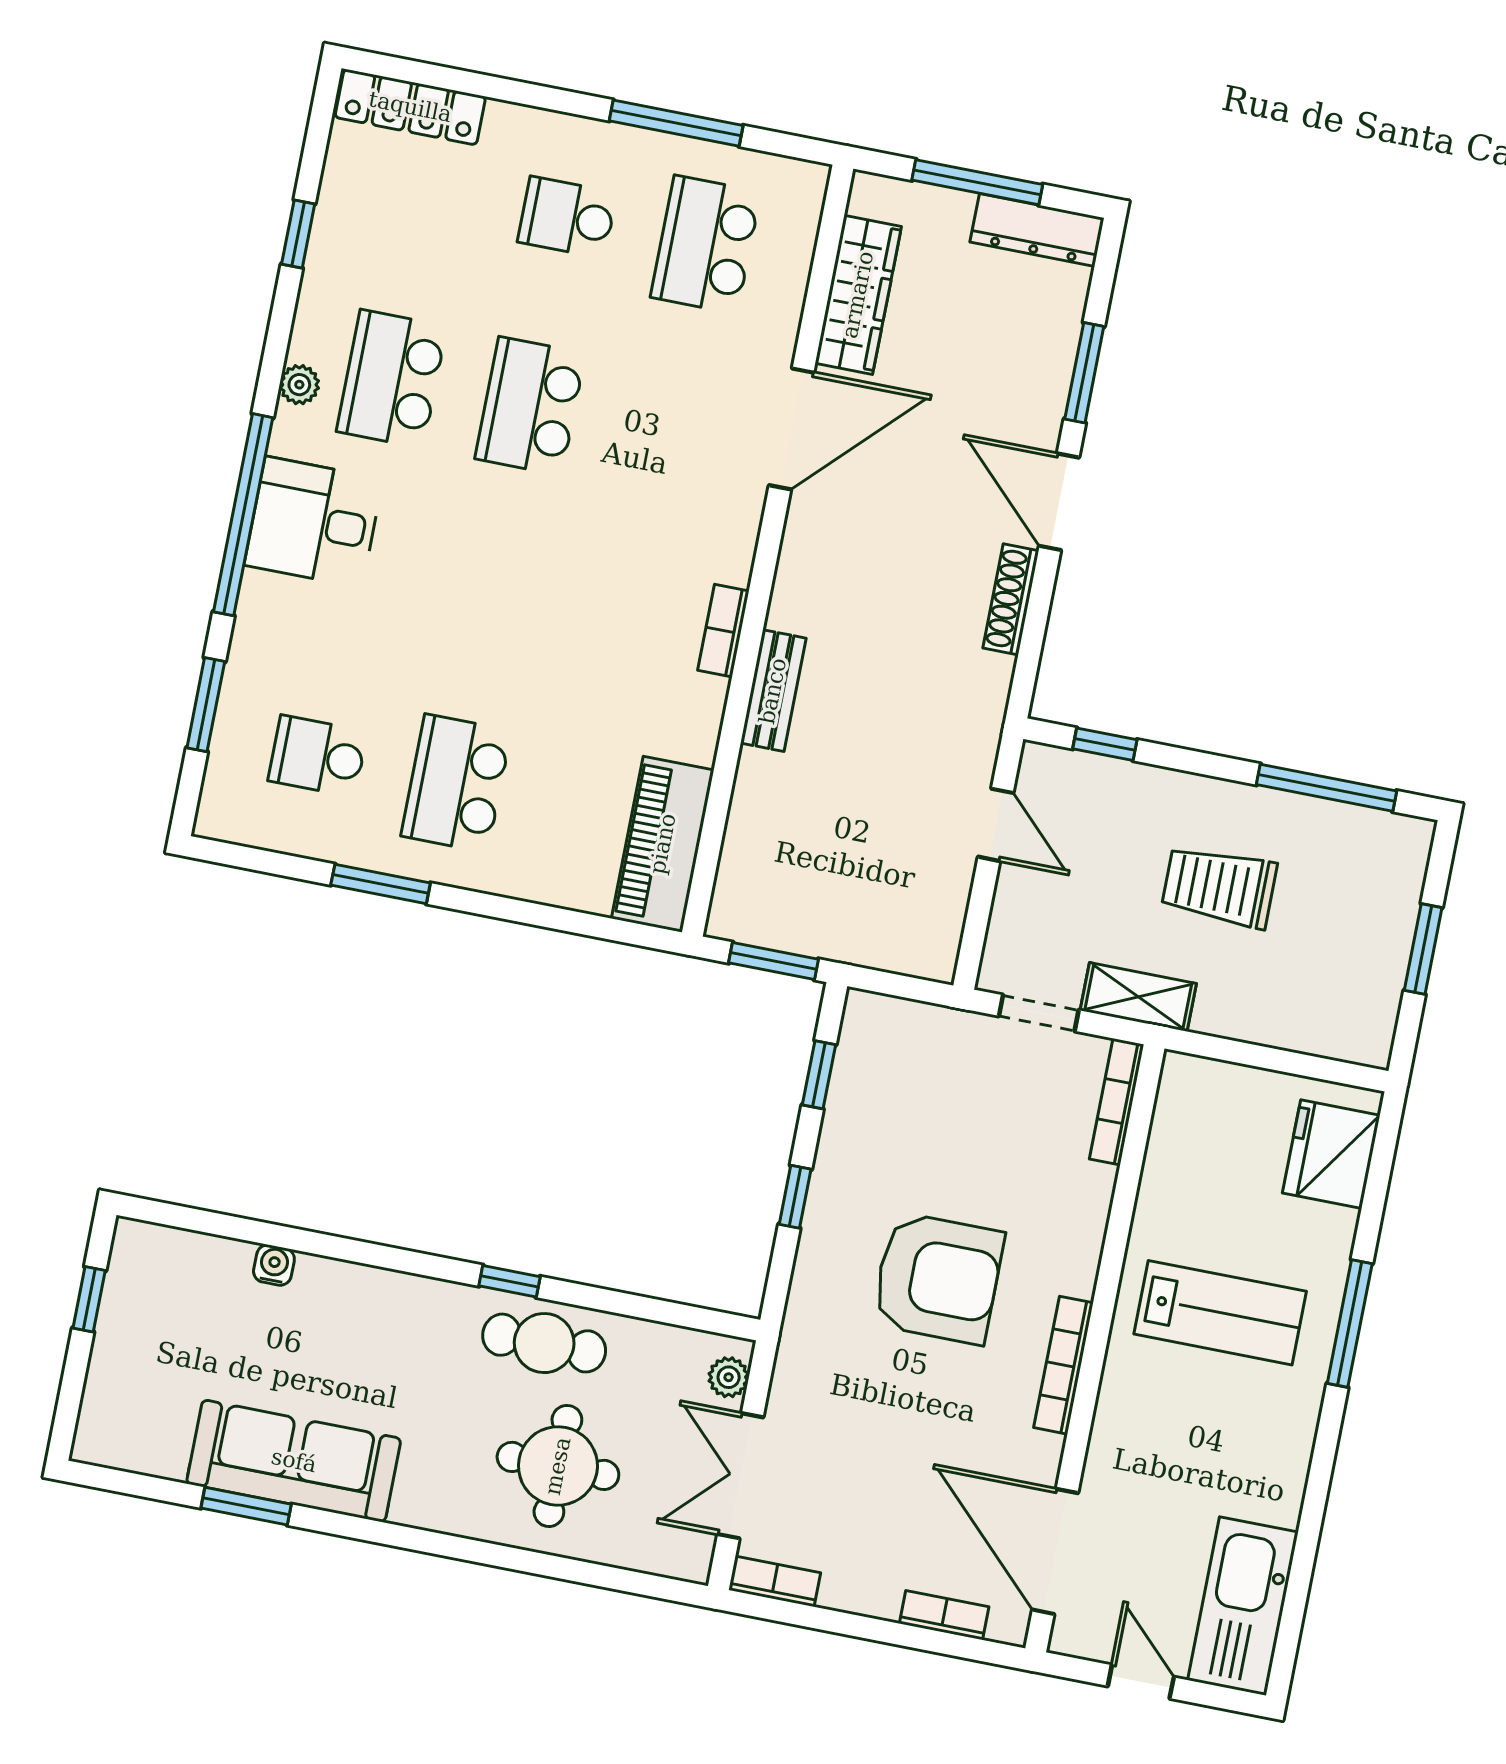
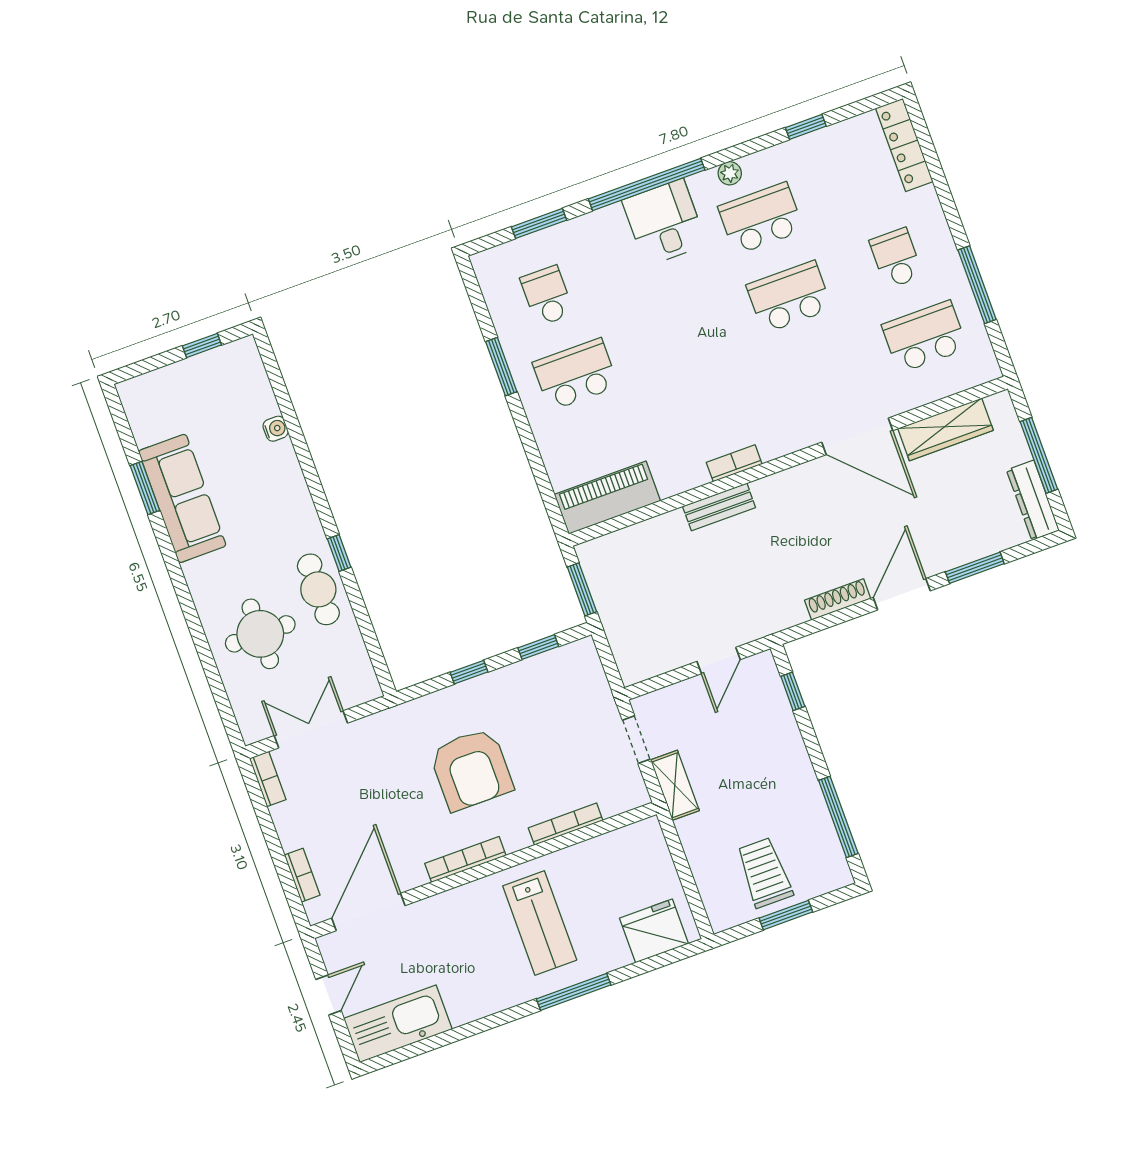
trolley: (1219, 887) -> (764, 873), moved
bookcase: (1117, 1102) -> (566, 824), moved
plant: (729, 1377) -> (357, 693), removed

